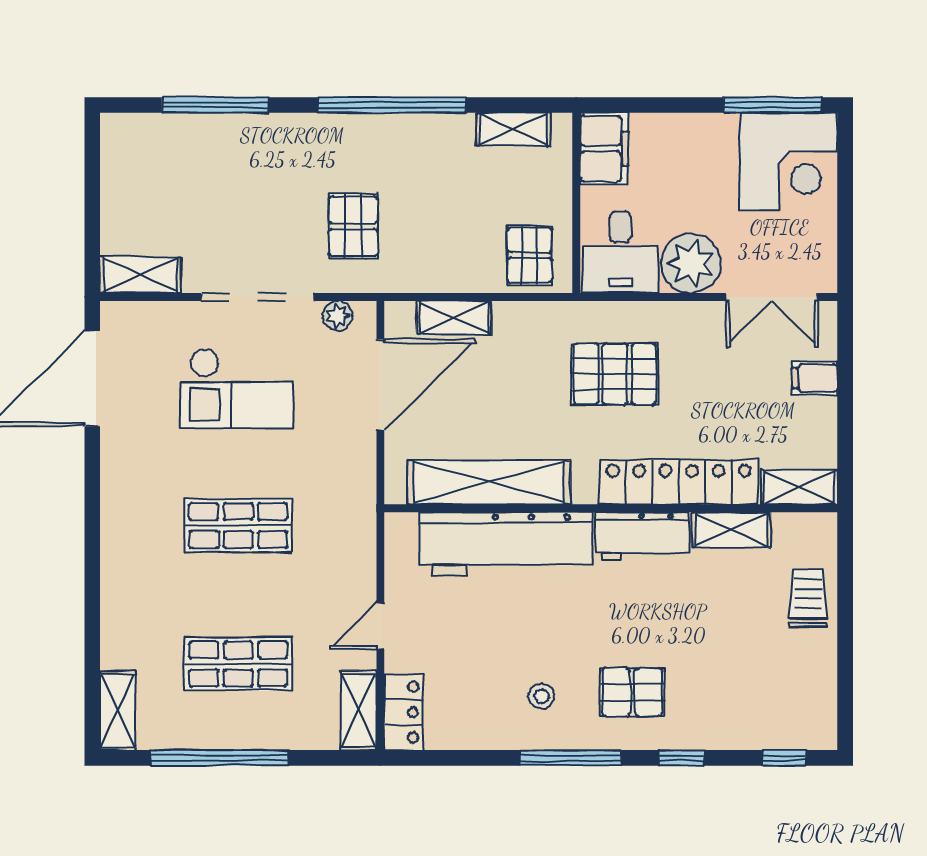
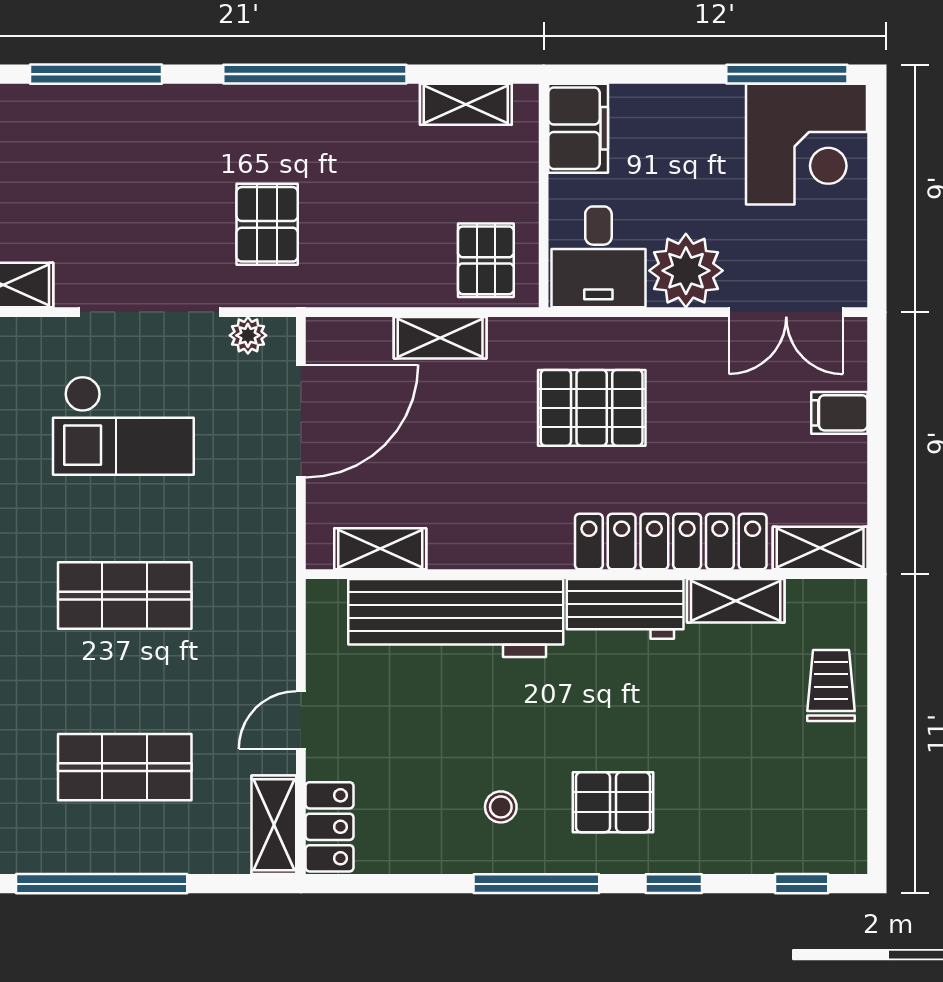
shelving: (454, 318) -> (440, 338), moved
shelving: (489, 482) -> (380, 549), width x0.45, depth x0.75

